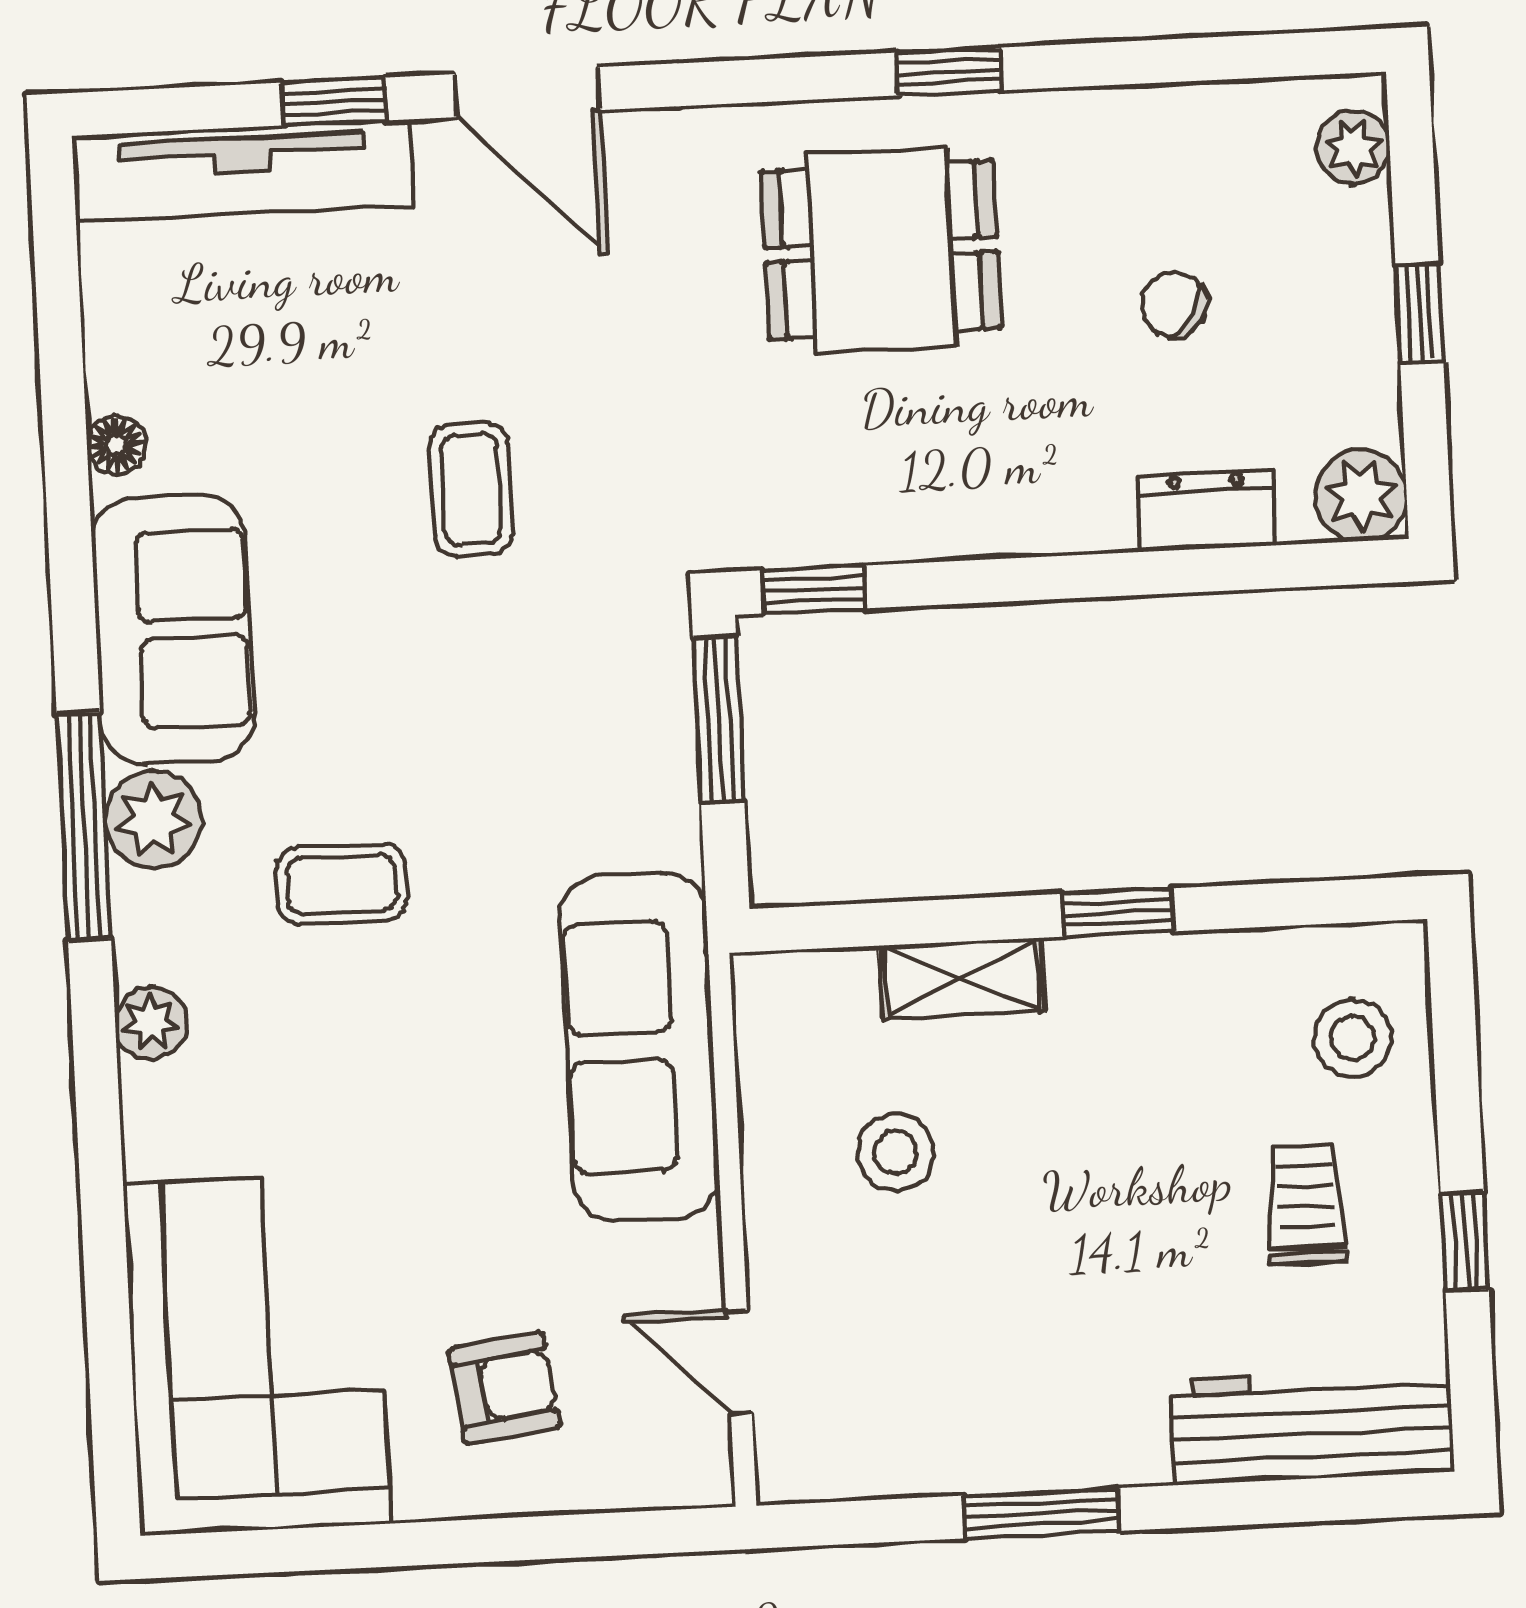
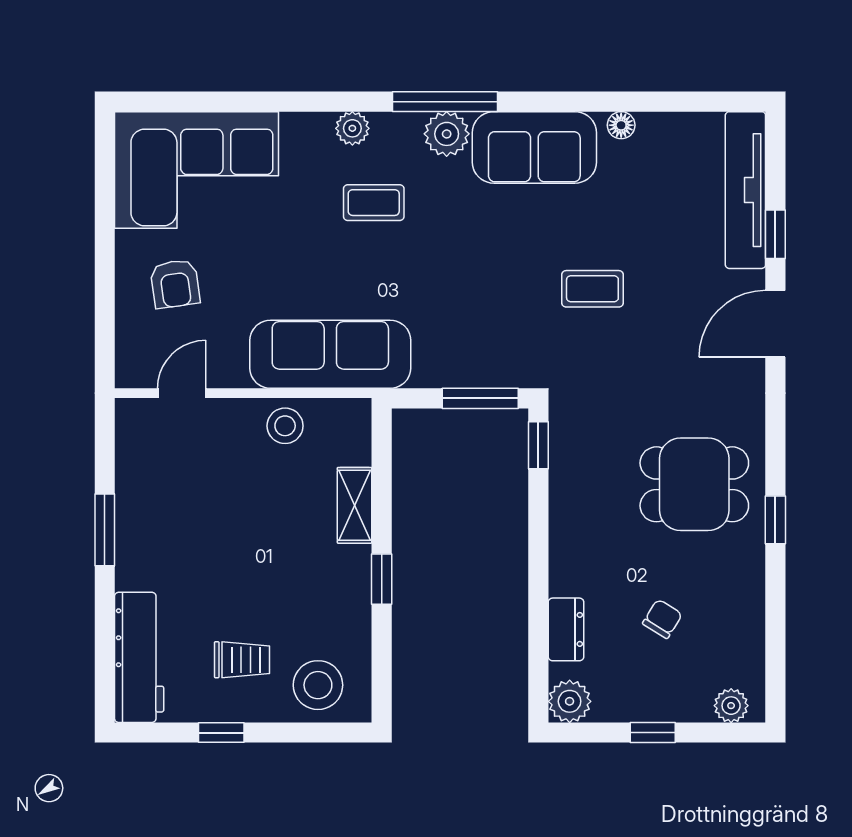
dining table: (881, 250) -> (694, 484), turned 90
coffee table: (342, 884) -> (374, 203), moved, turned 90
stool: (1353, 1038) -> (318, 685), width x1.38, depth x1.38
stool: (895, 1152) -> (285, 426), moved

